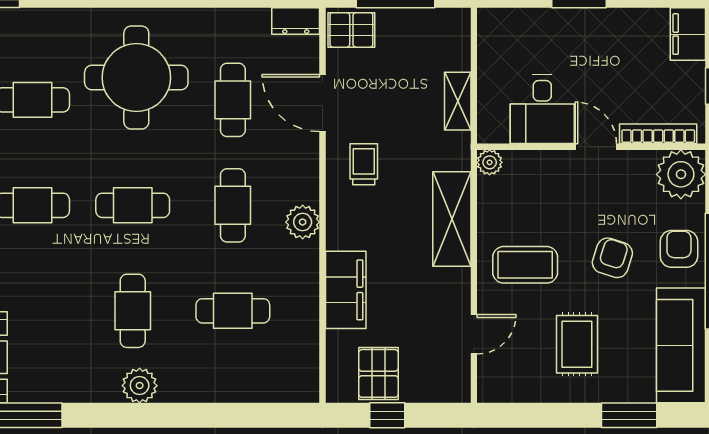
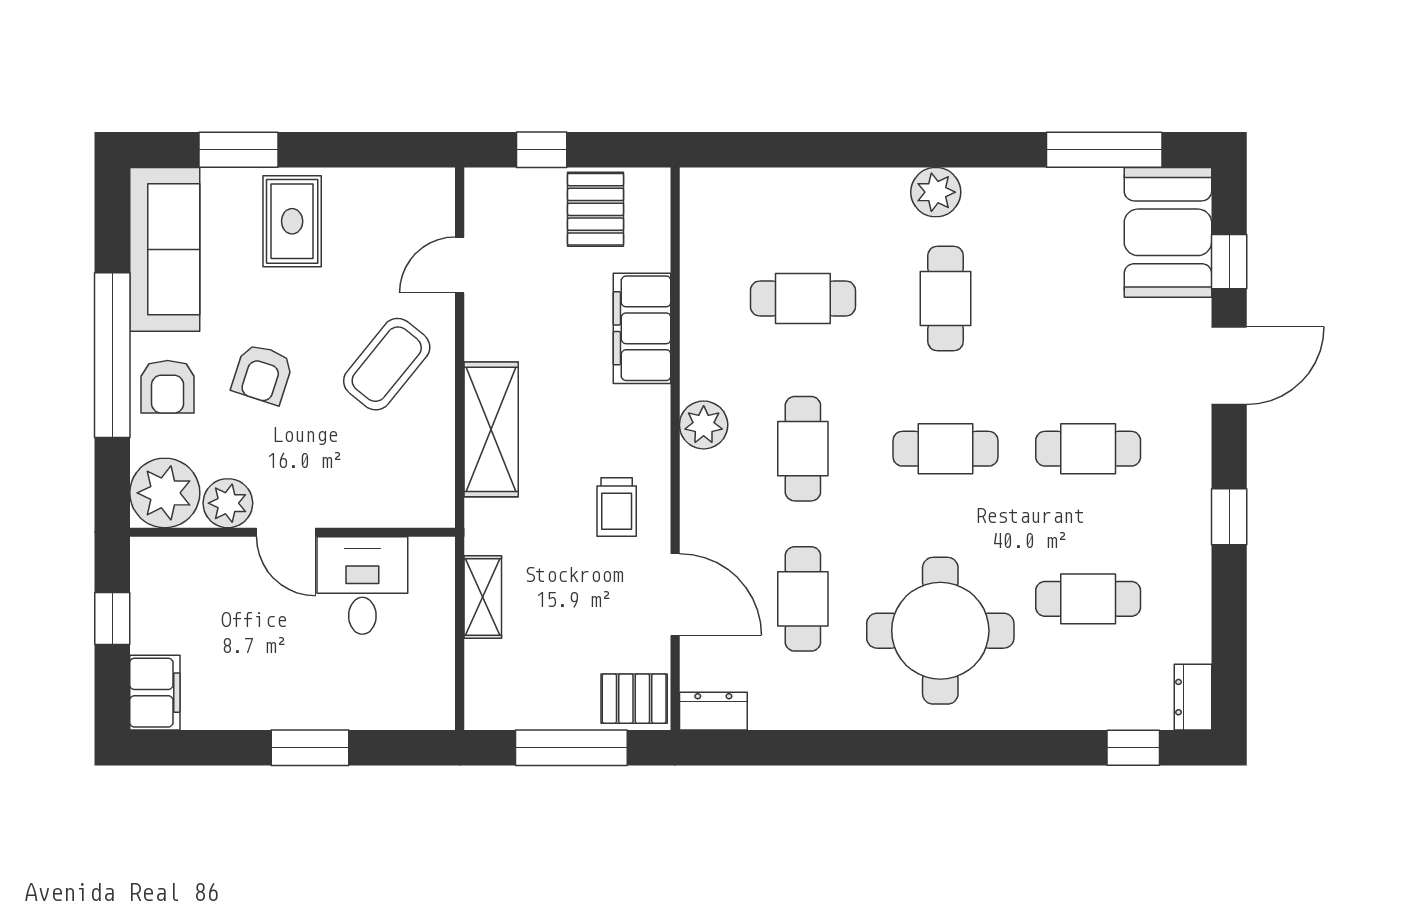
bookcase: (658, 134) -> (197, 551), removed
plant: (490, 162) -> (228, 503), moved, width x1.38, depth x1.38
coffee table: (525, 265) -> (387, 364), turned -51
rug: (577, 344) -> (292, 221), moved
window: (387, 415) -> (542, 150), moved

